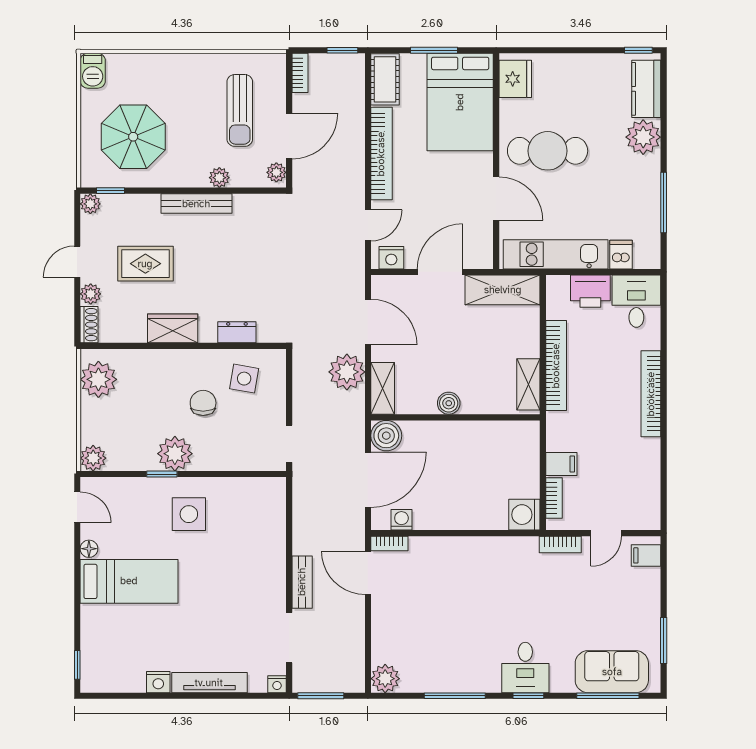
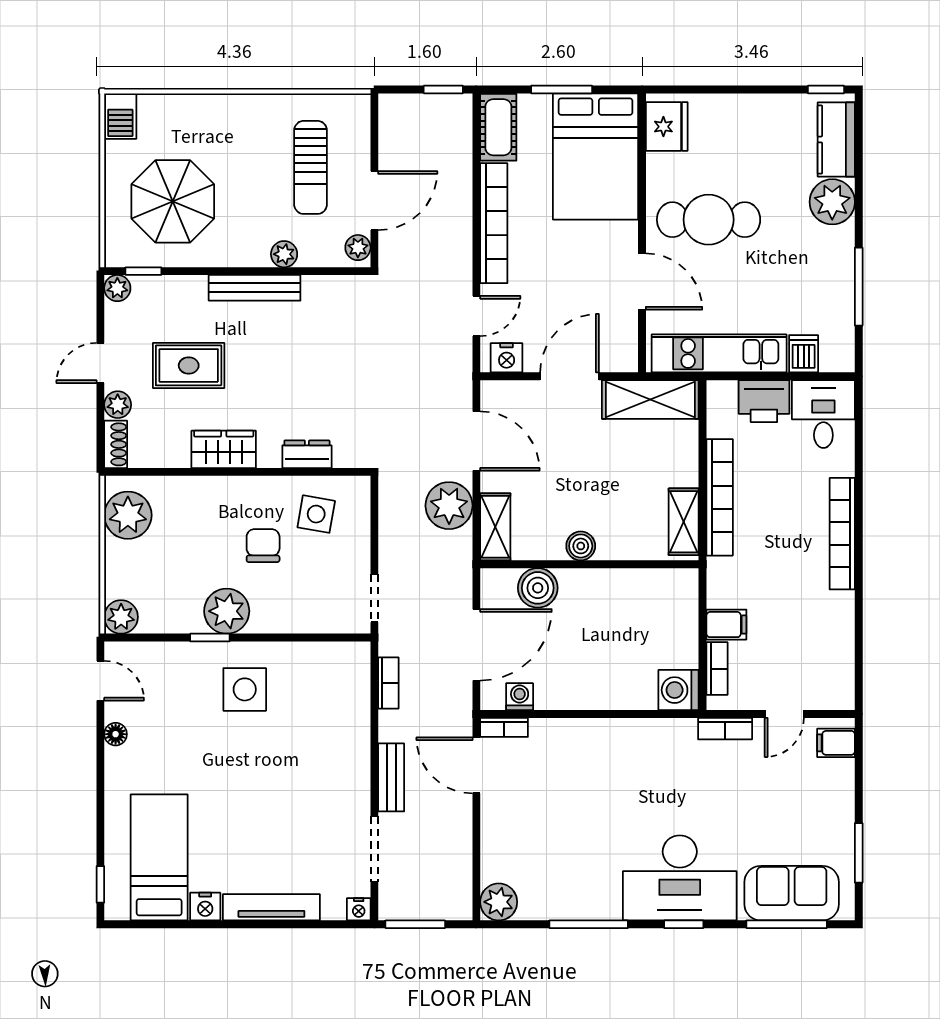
bookcase: (300, 73) -> (388, 683), moved
boiler: (386, 436) -> (538, 588), moved
bed: (129, 581) -> (159, 857), moved, turned -90
desk: (525, 667) -> (680, 878), width x1.87, depth x1.30

